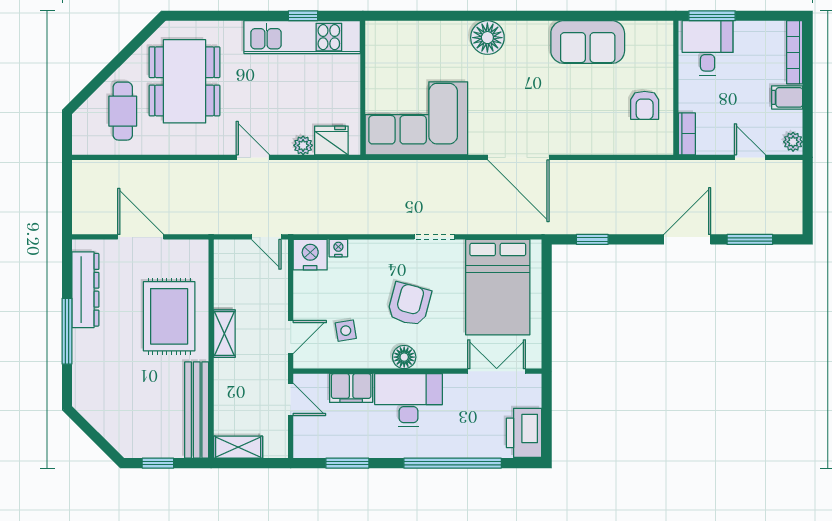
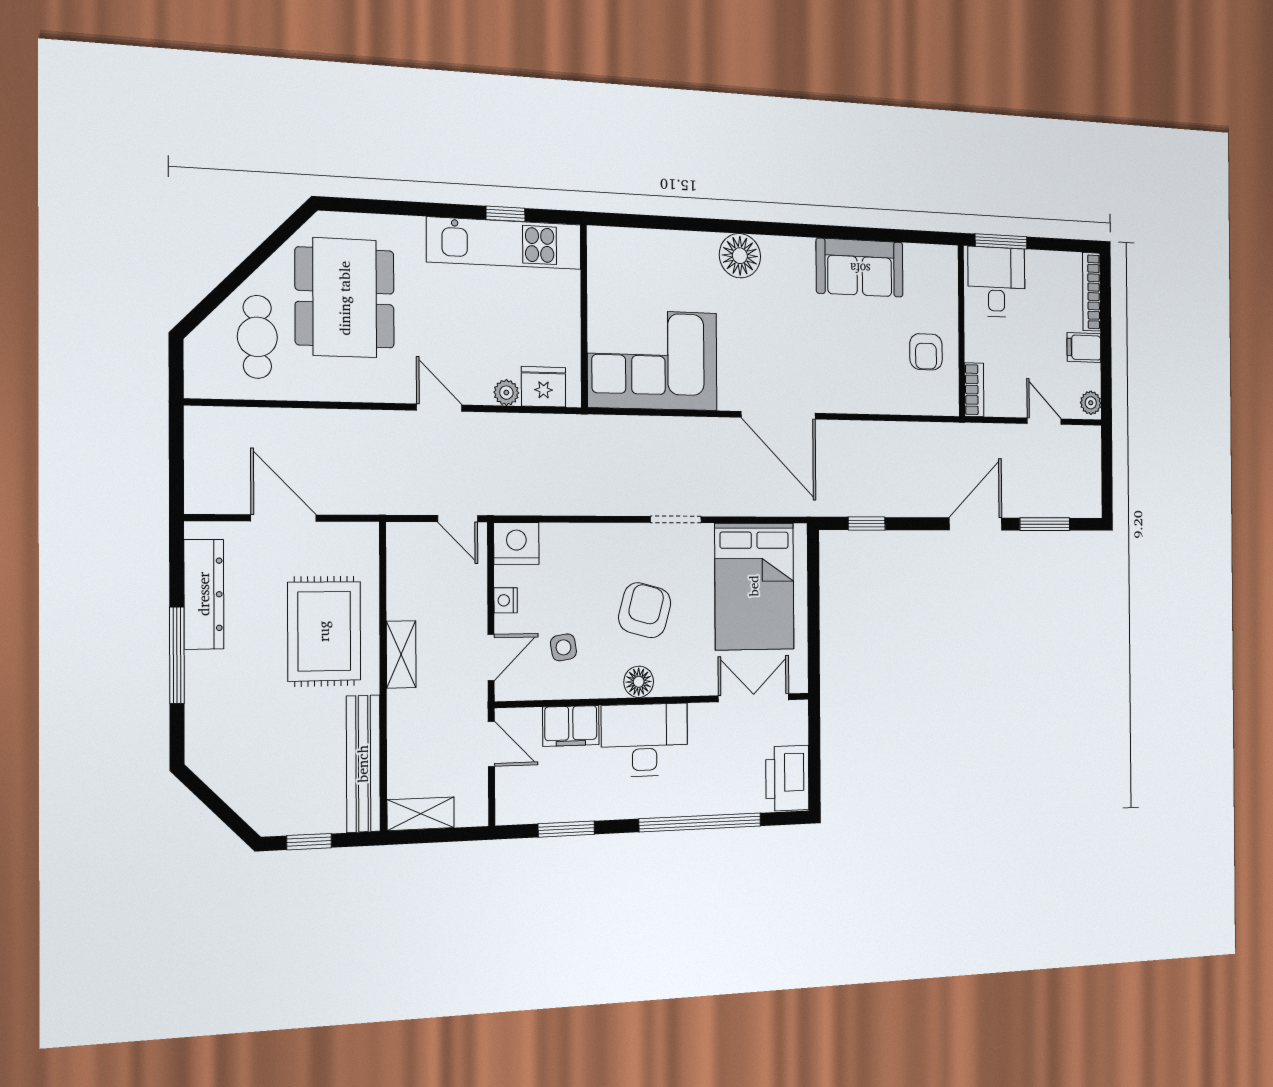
nightstand: (338, 248) -> (506, 600), moved, turned -90

